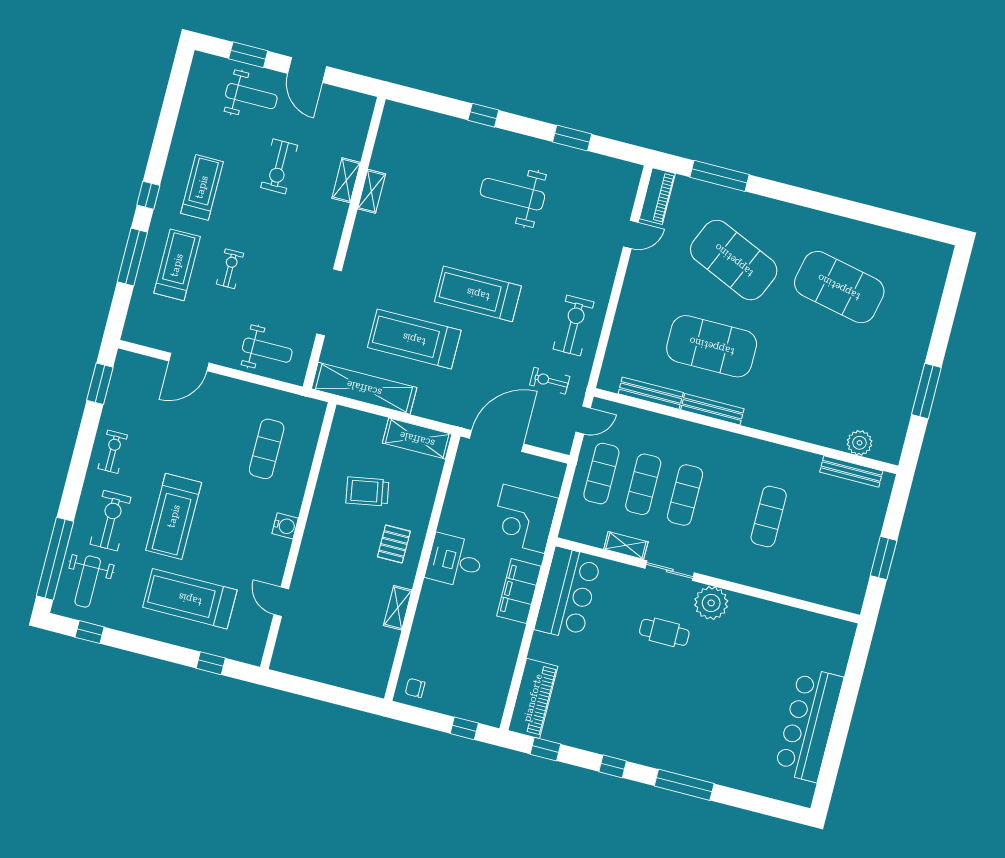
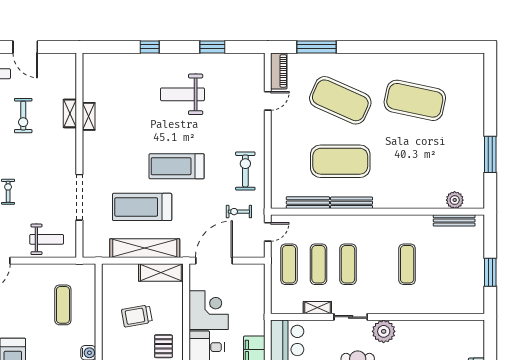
shelving: (364, 388) -> (145, 248), moved
corner desk: (524, 519) -> (209, 310), moved, turned 180

